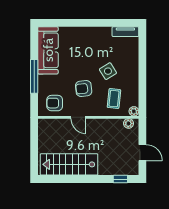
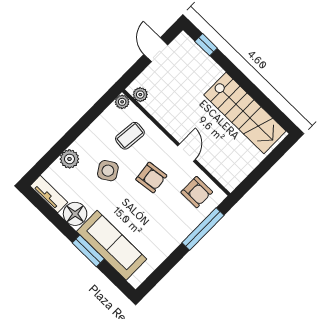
window: (79, 23) -> (88, 251), added
floor lamp: (103, 34) -> (75, 214), added
sofa: (48, 50) -> (112, 245), moved, turned 90
plant: (132, 58) -> (69, 159), added
window: (34, 76) -> (203, 229), moved

